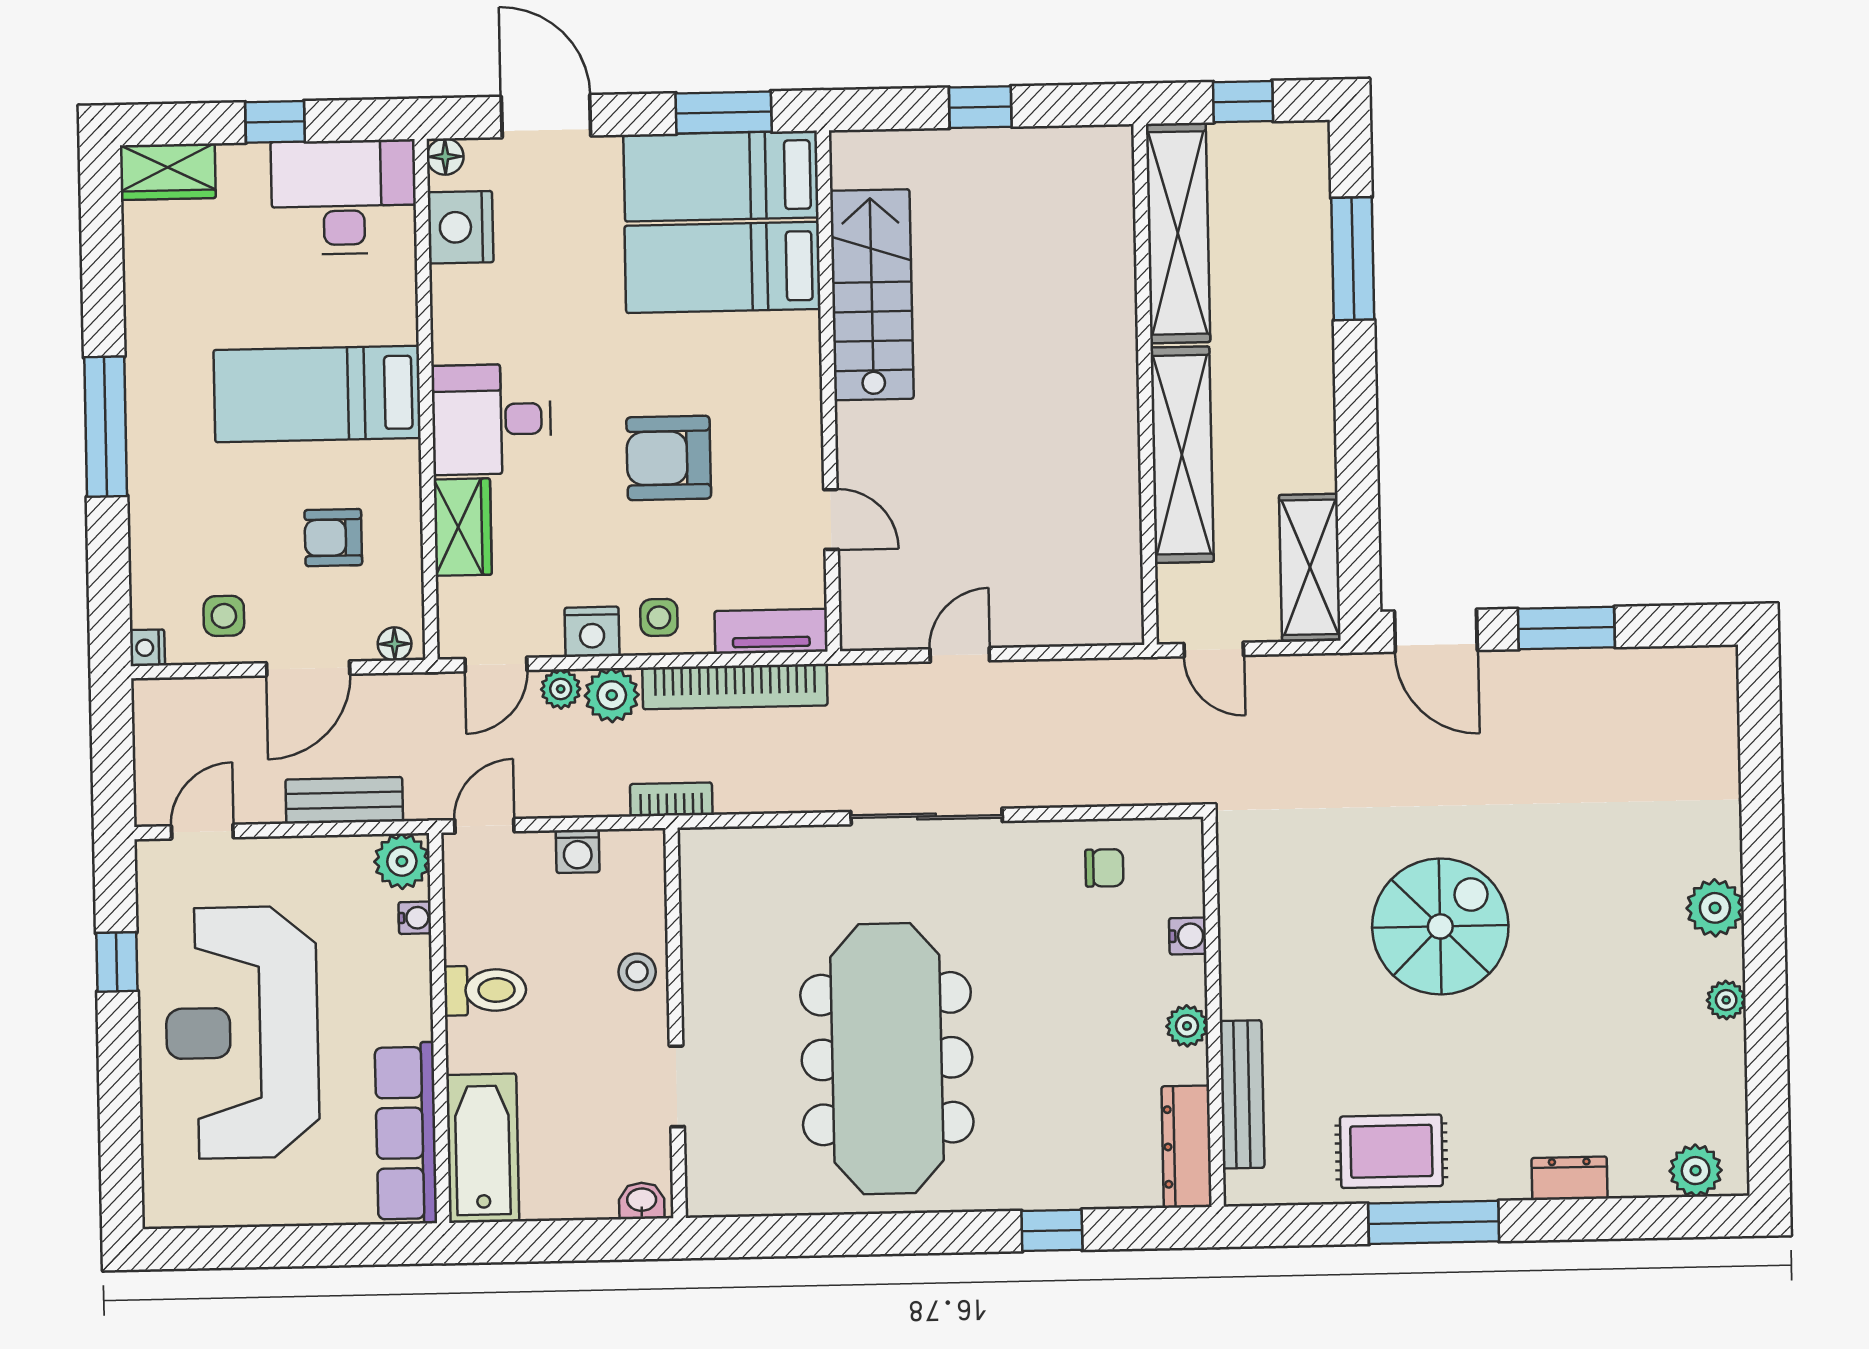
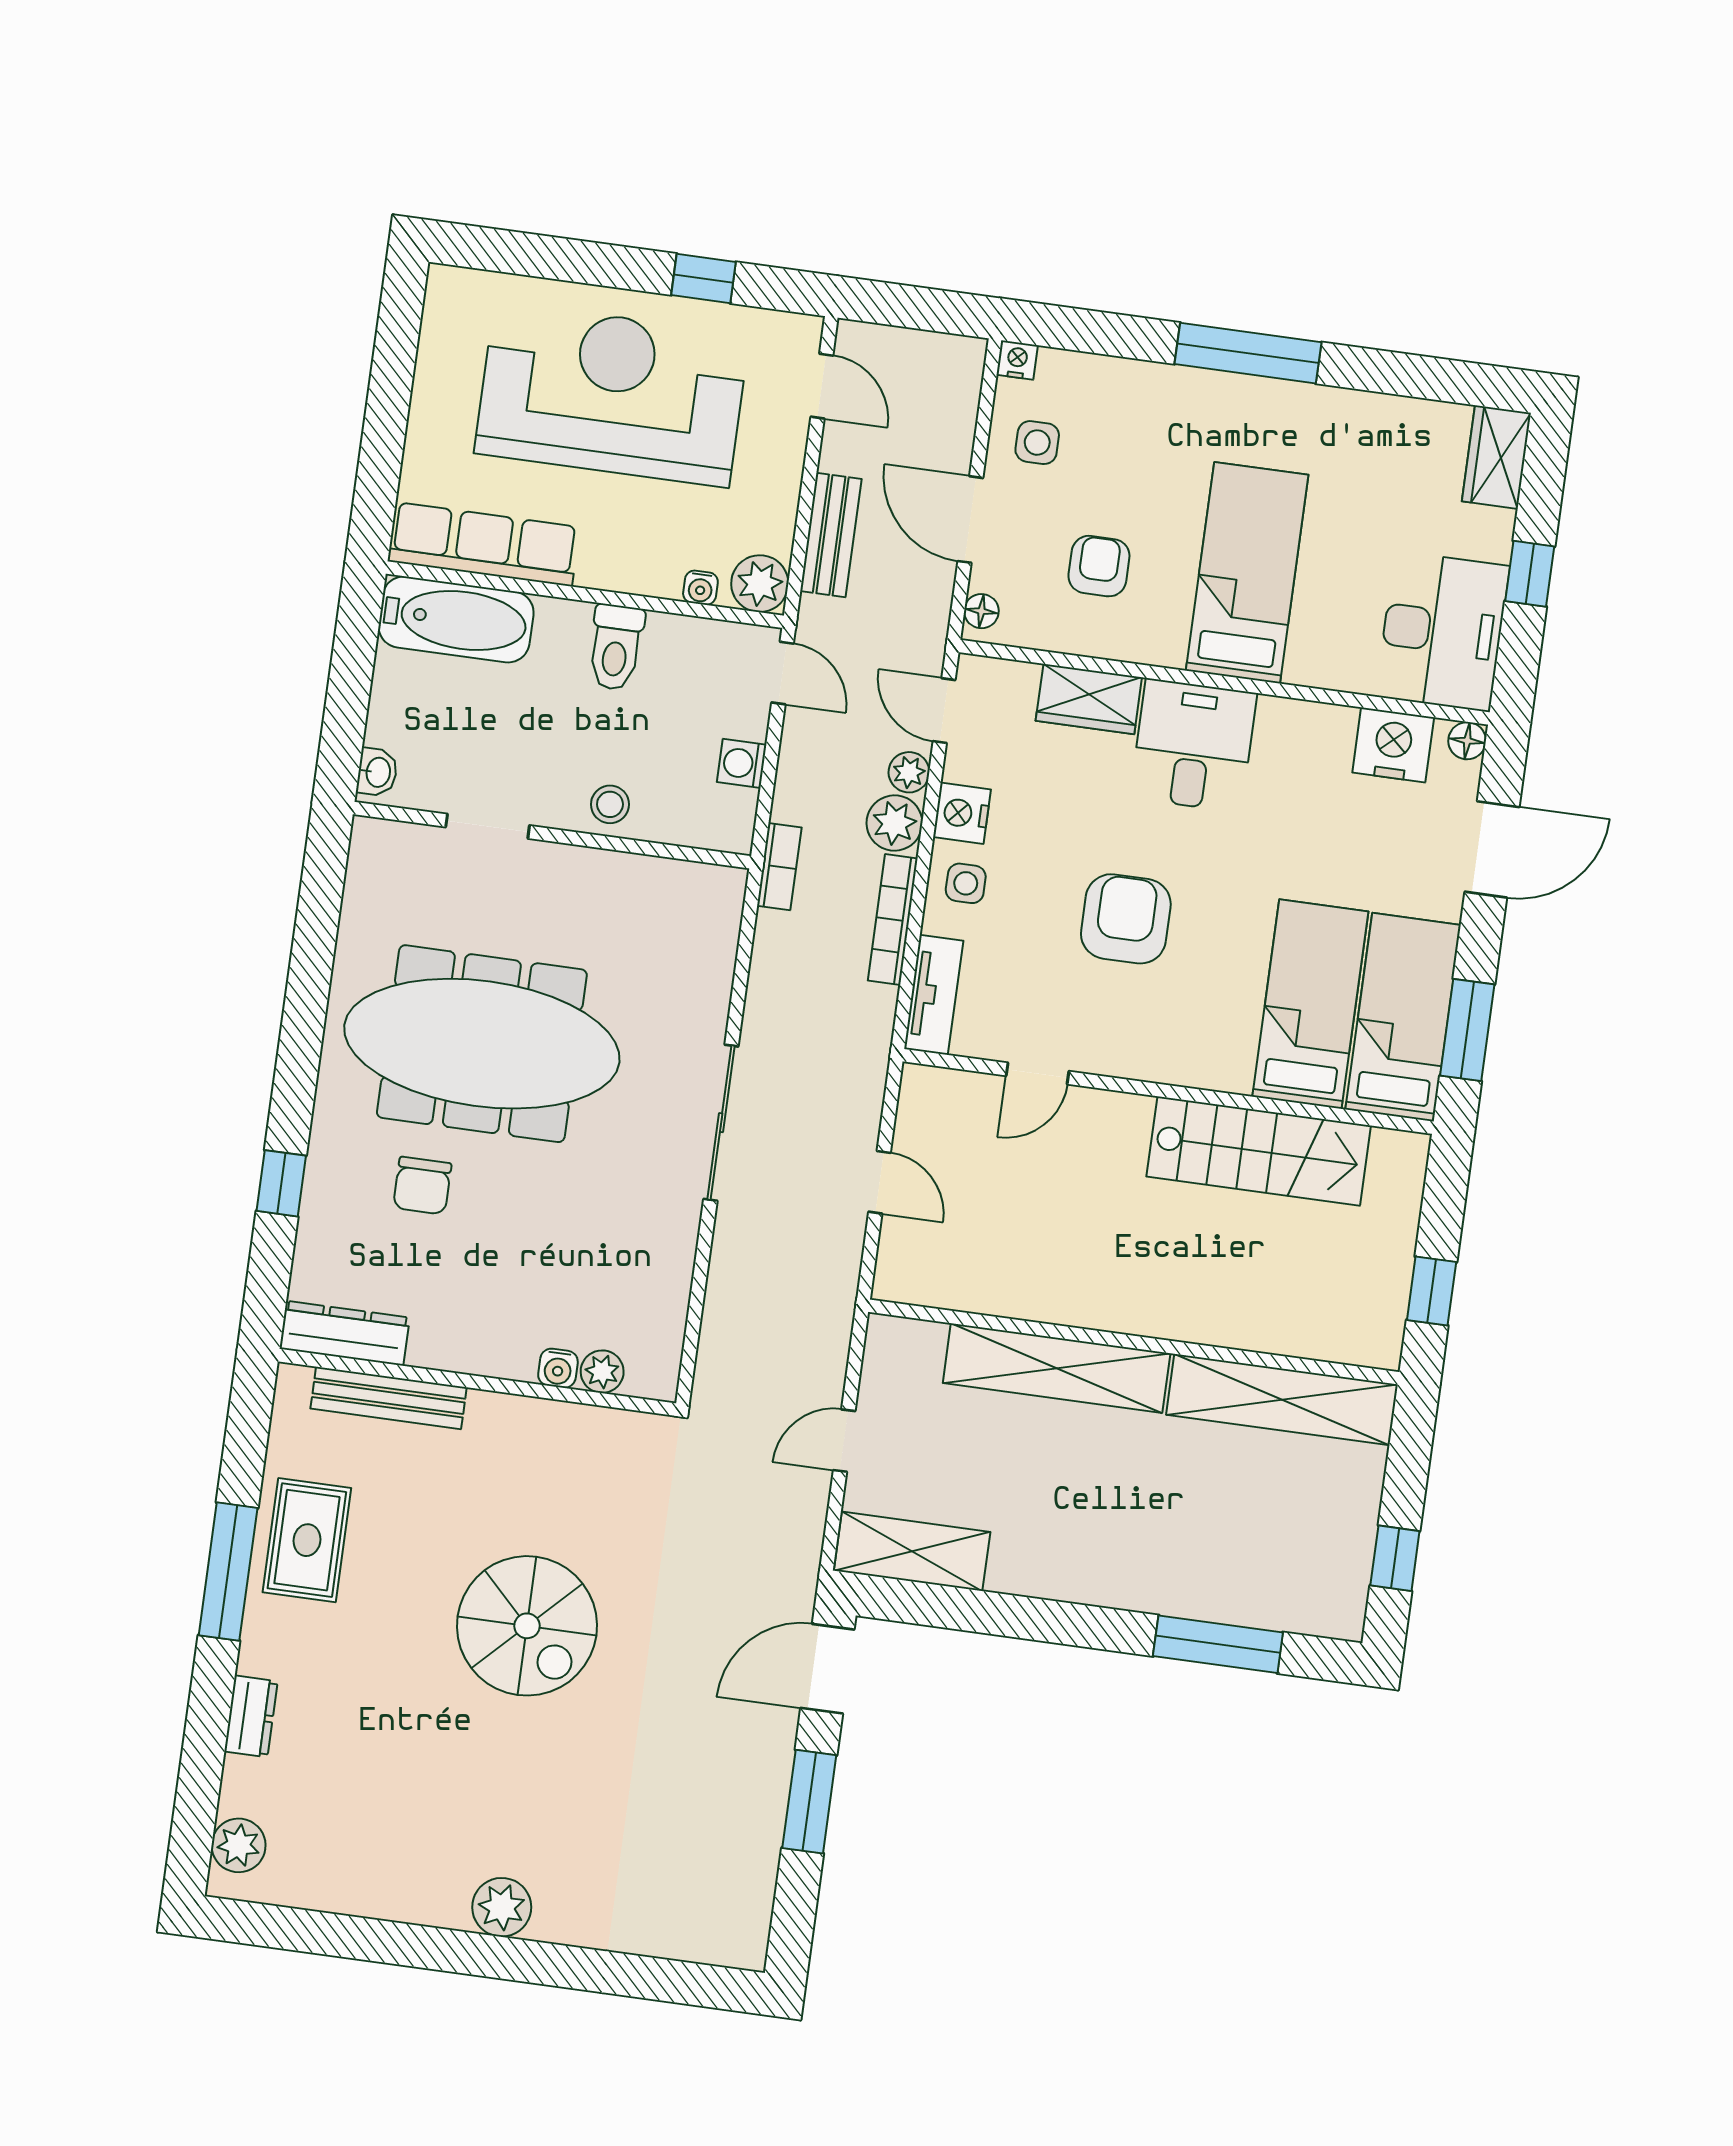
shelving: (1178, 233) -> (1282, 1400), moved
wall: (1145, 384) -> (1134, 1342), moved
shelving: (1182, 455) -> (1057, 1368), moved
bookcase: (735, 686) -> (893, 920), width x0.68, depth x0.76
chair: (1104, 868) -> (422, 1186), moved, width x1.37, depth x1.37
plant: (1726, 1000) -> (407, 1904), removed
plant: (1187, 1026) -> (602, 1372), moved

